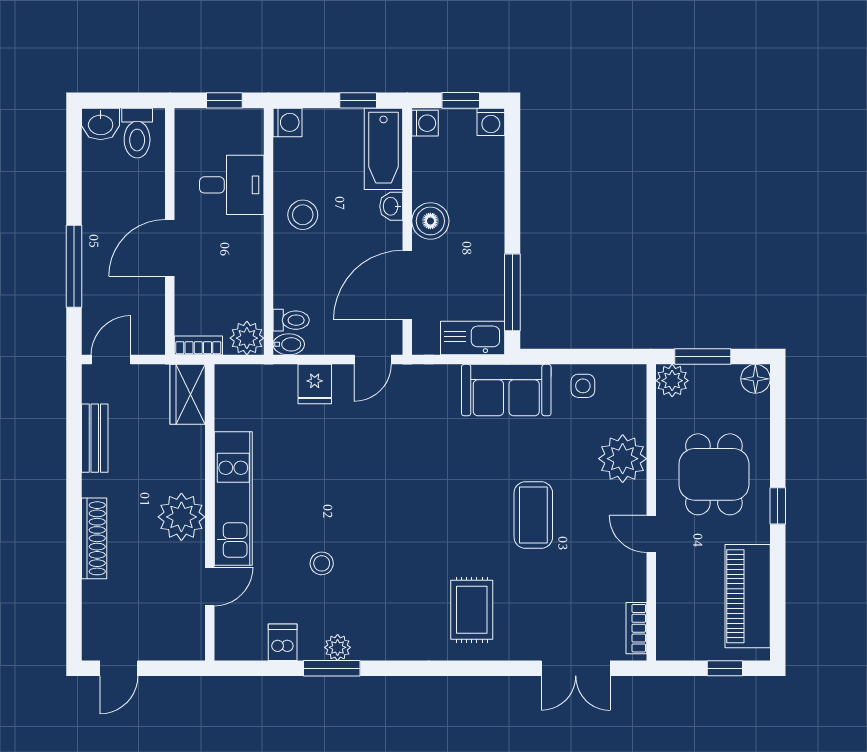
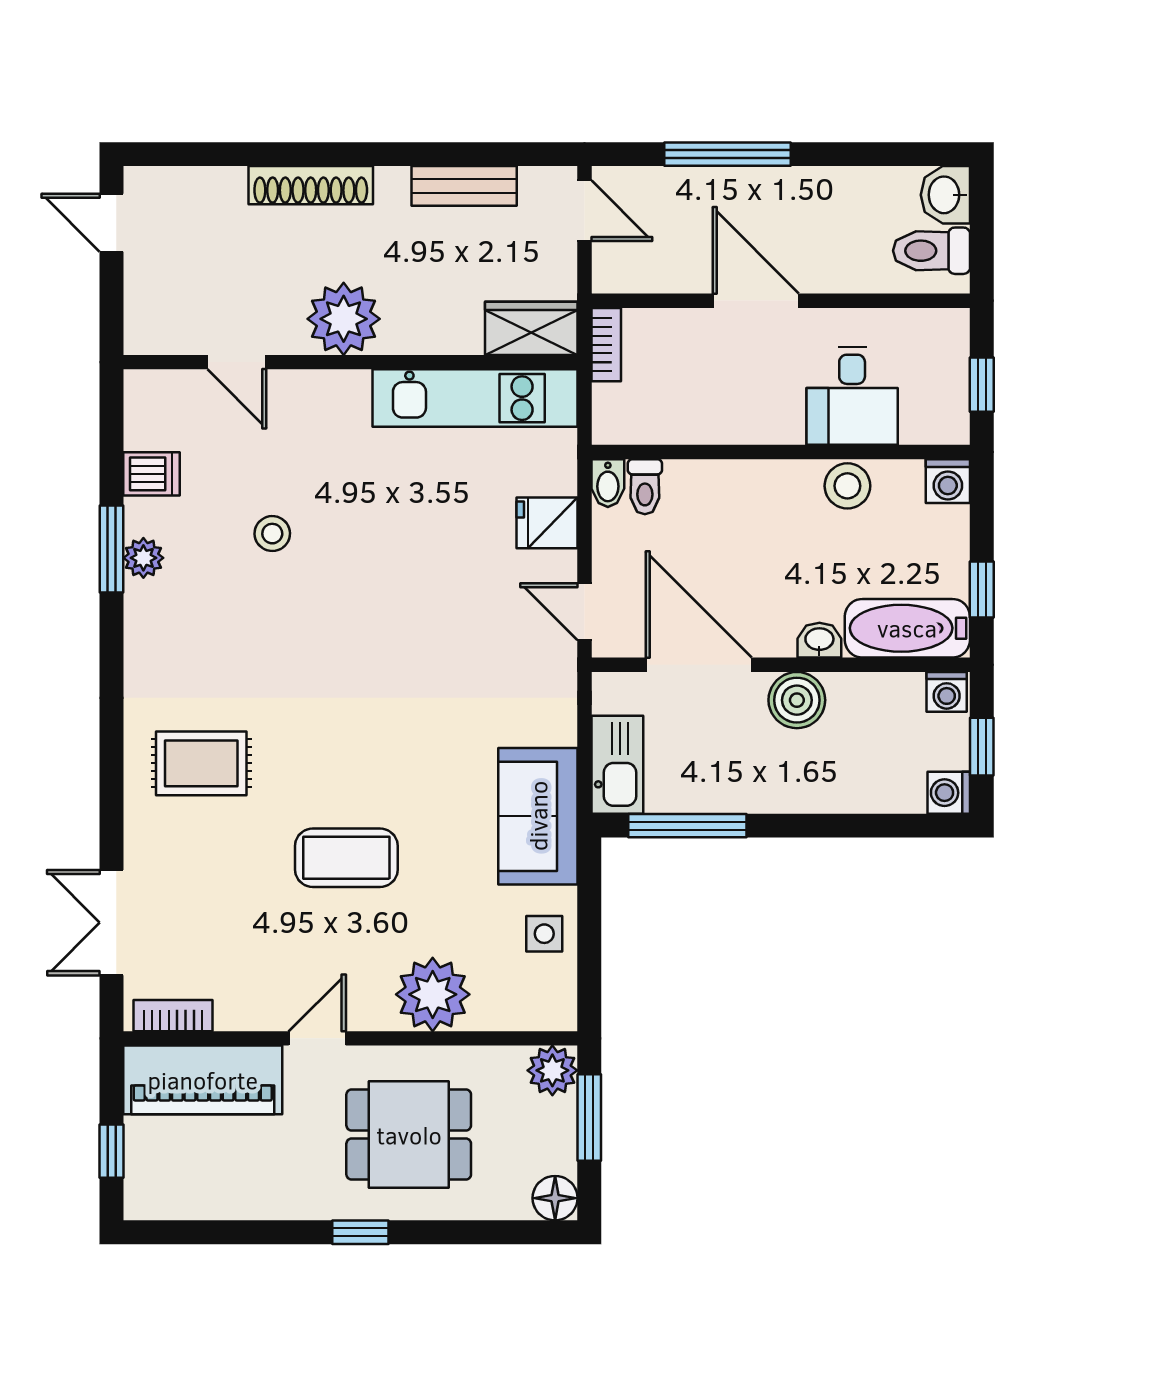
stool: (303, 215) -> (847, 486), moved
plant: (247, 338) -> (617, 419), removed
kitchen unit: (233, 499) -> (475, 398), moved
piano: (748, 596) -> (203, 1080), moved, turned 180

